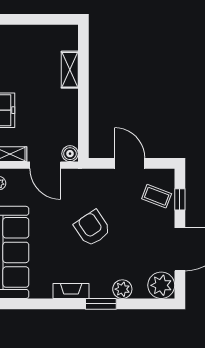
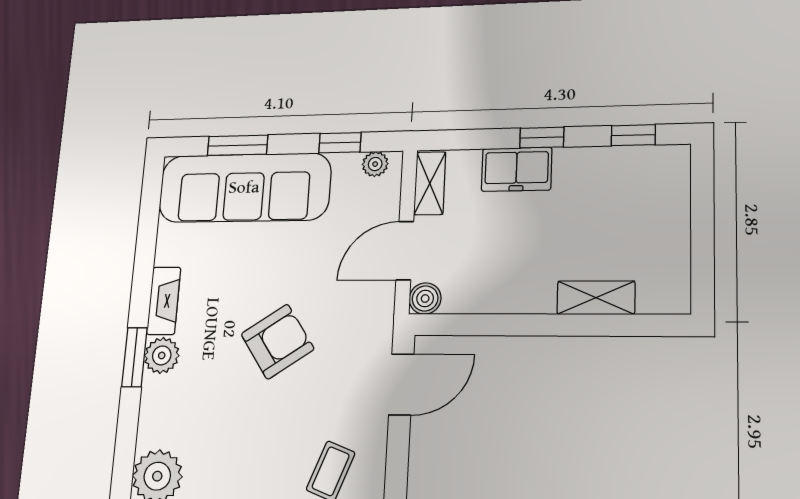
door: (130, 163) -> (401, 384), moved
plant: (122, 289) -> (162, 355), moved

